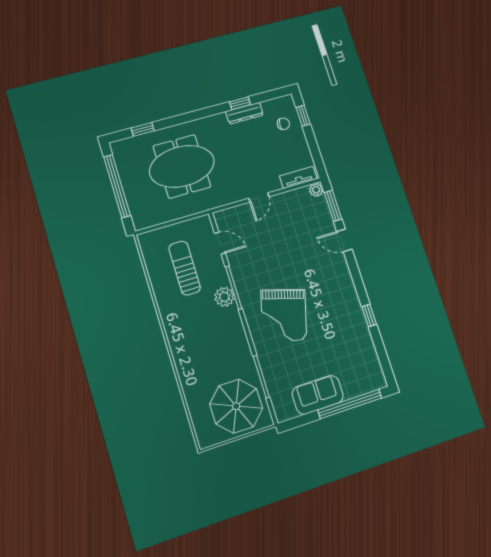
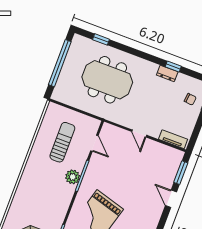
dresser: (245, 113) -> (167, 73), width x0.70
plant: (316, 190) -> (178, 155), removed
door: (259, 197) -> (139, 133), hinge flipped

